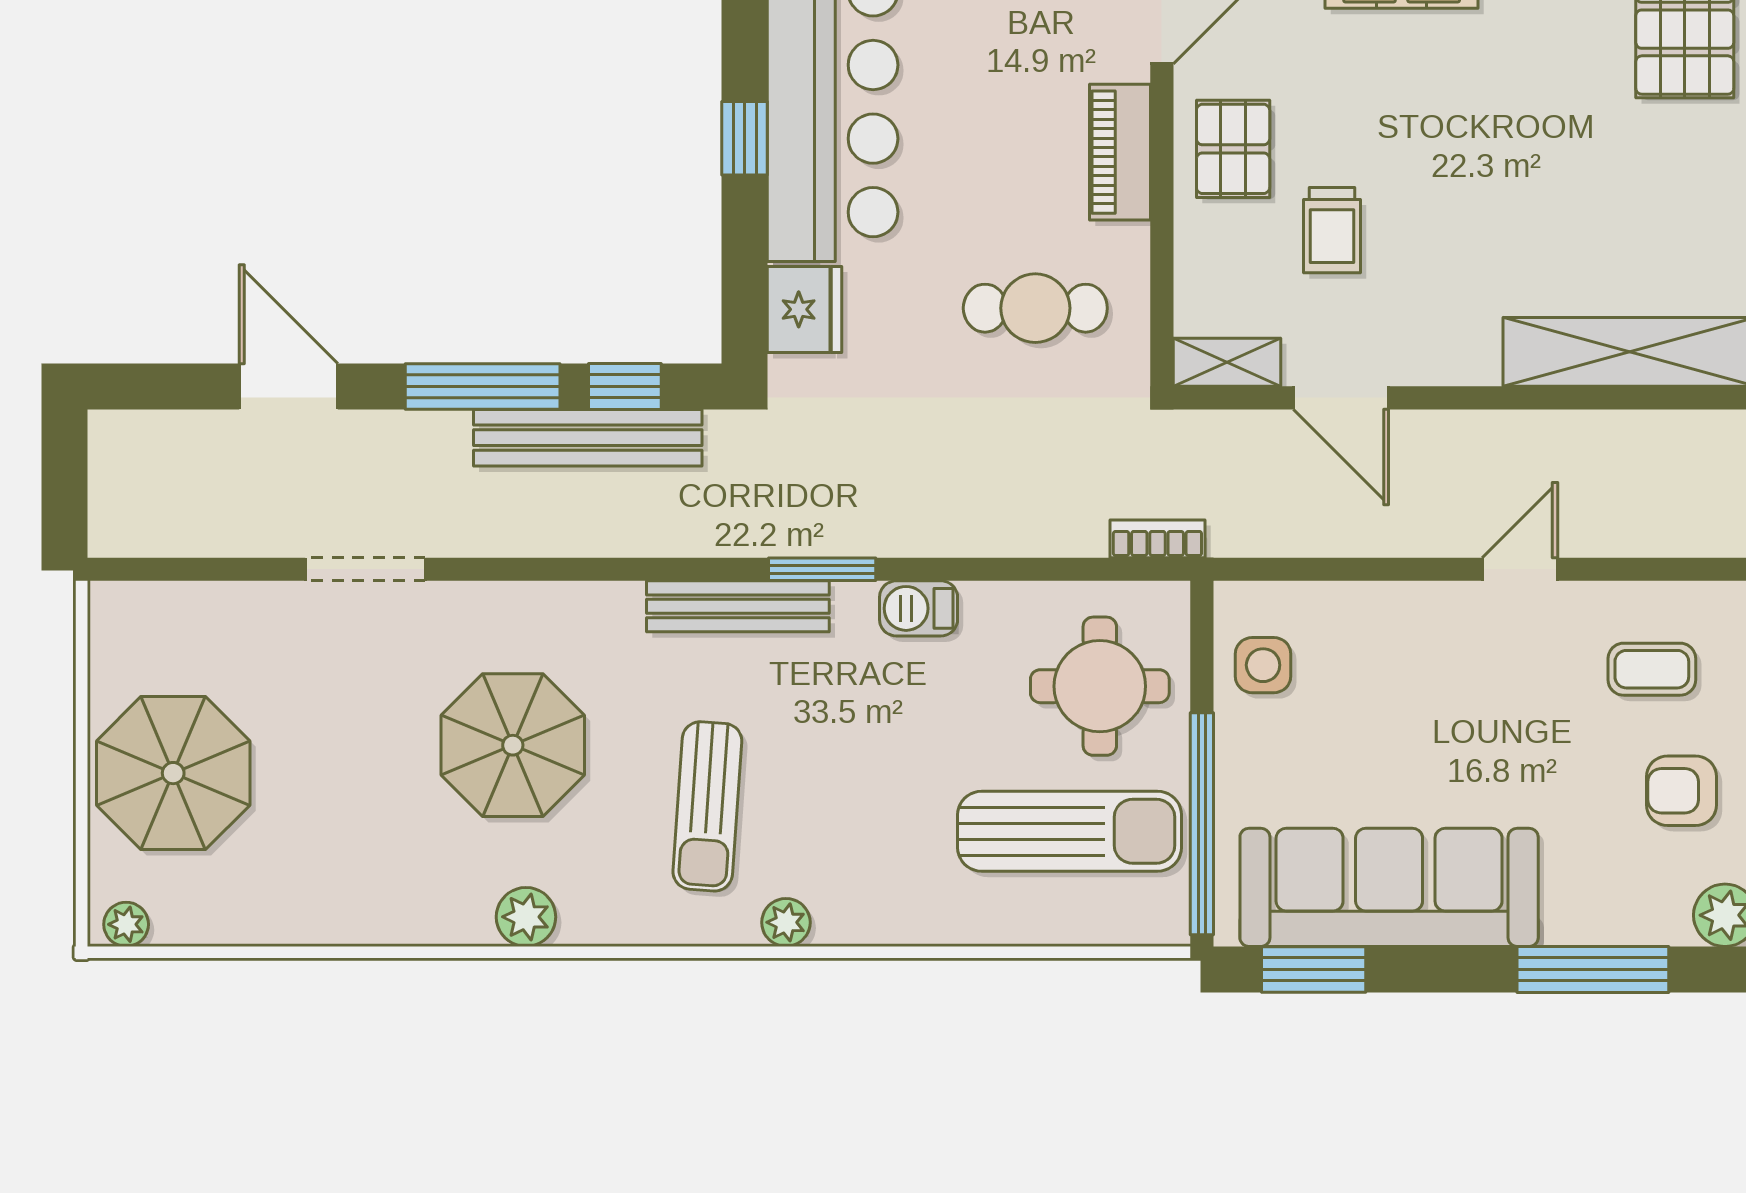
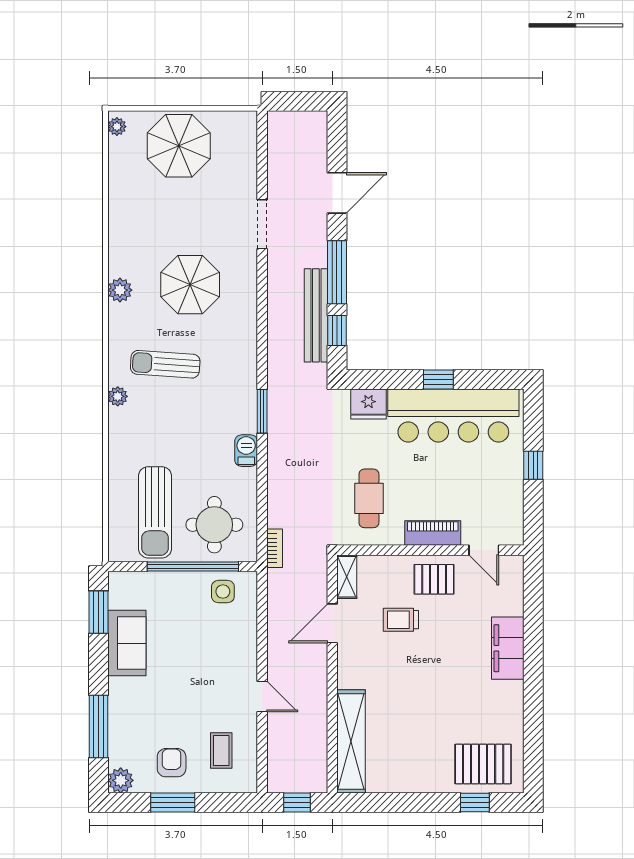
bench: (738, 606) -> (247, 377), removed
window: (1202, 824) -> (193, 566), moved
sofa: (1389, 887) -> (127, 643), width x0.54, depth x0.79

